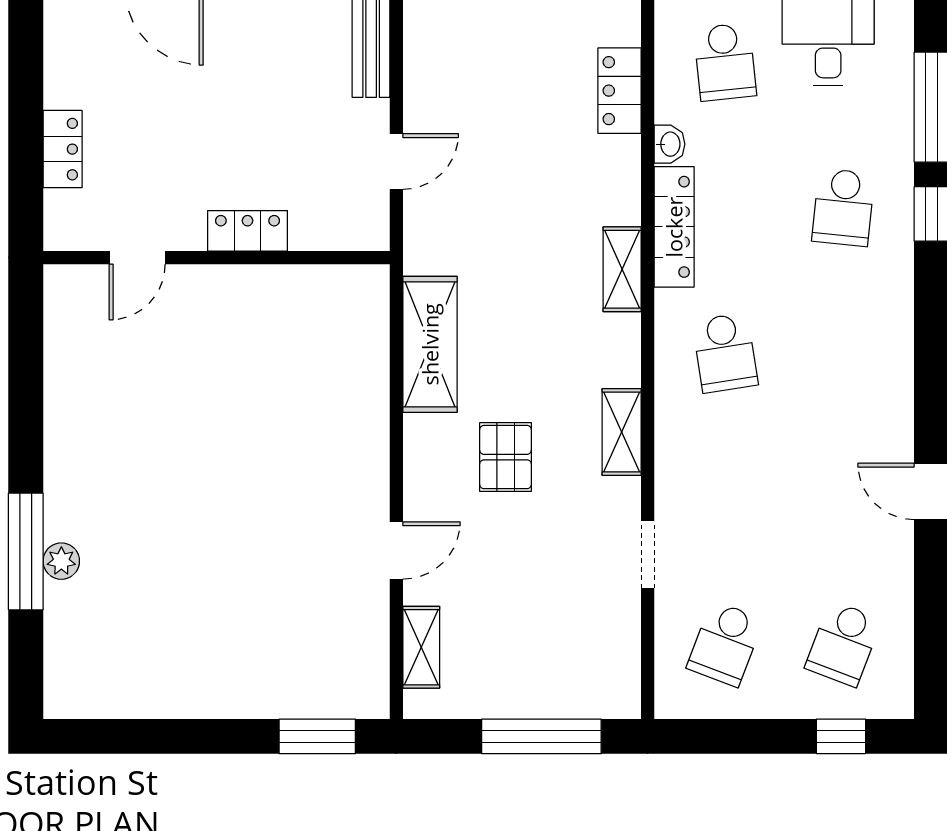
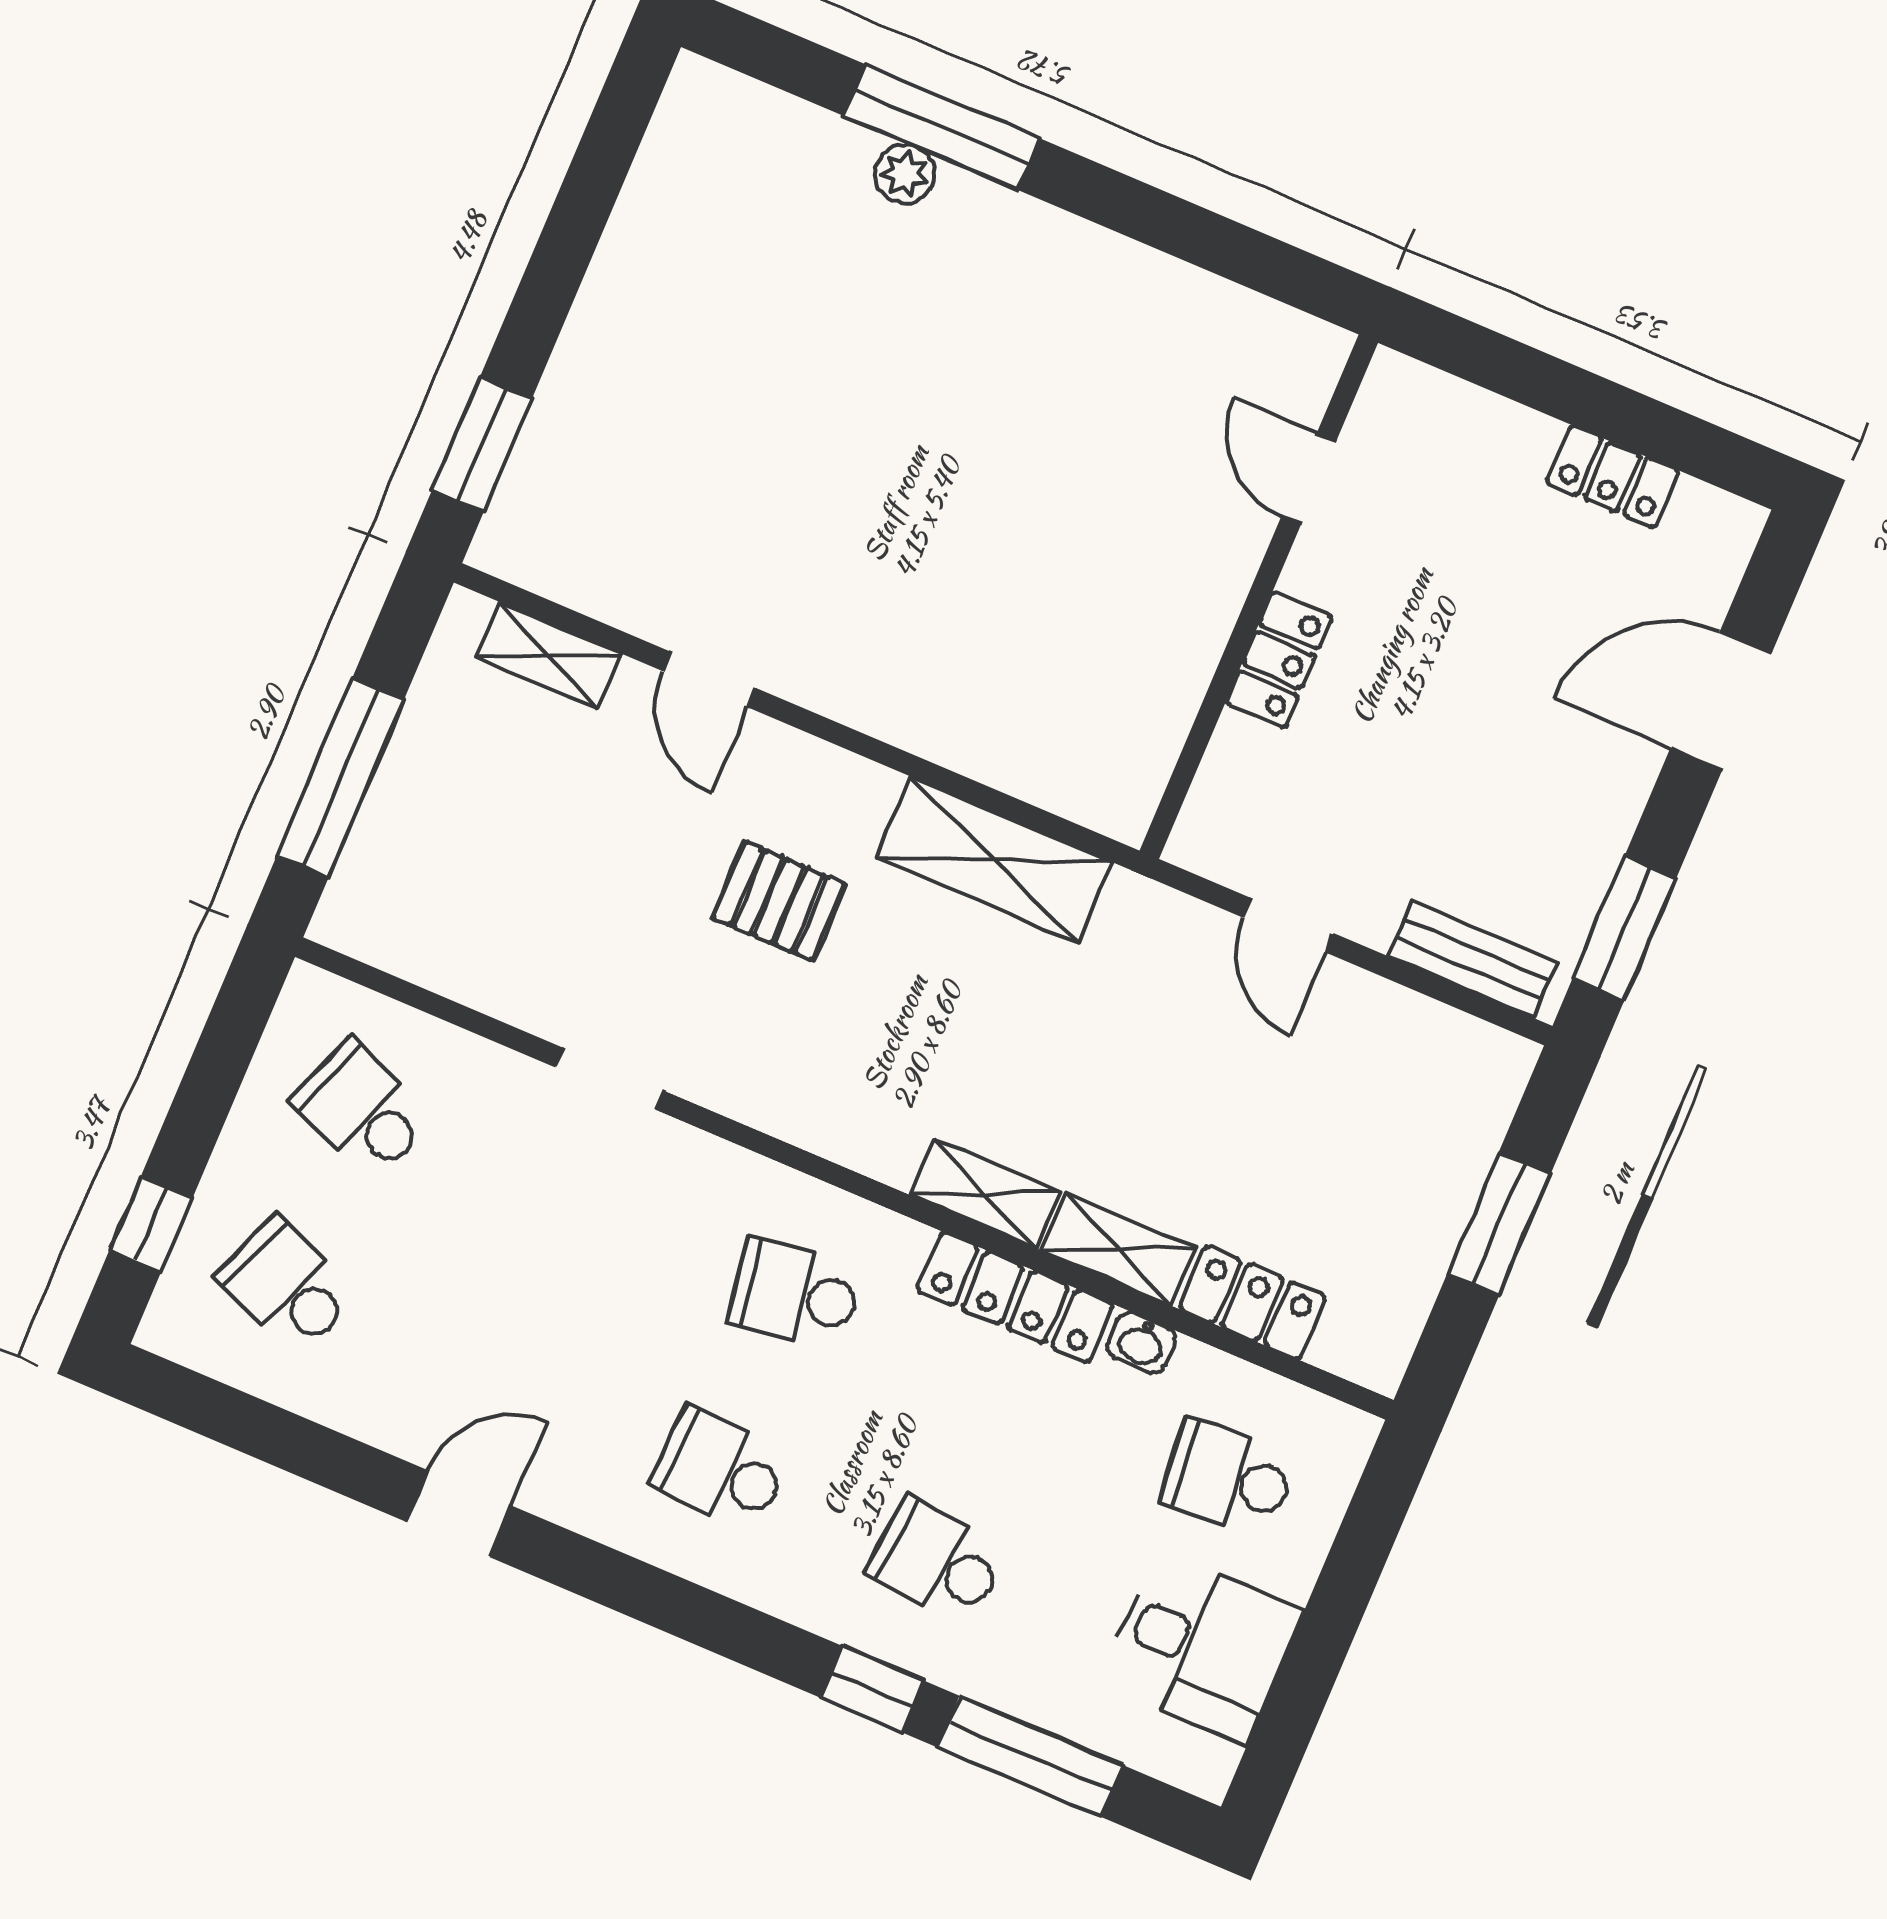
locker: (63, 149) -> (1613, 477), moved
school desk: (843, 353) -> (721, 1470), added
shelving: (622, 432) -> (1118, 1249), moved
doorway: (648, 555) -> (610, 1079), moved

